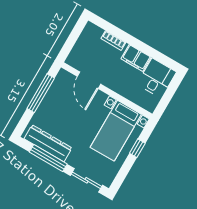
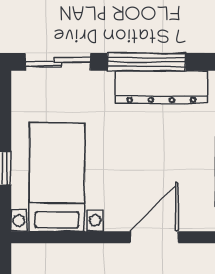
door: (89, 80) -> (154, 237), hinge flipped

